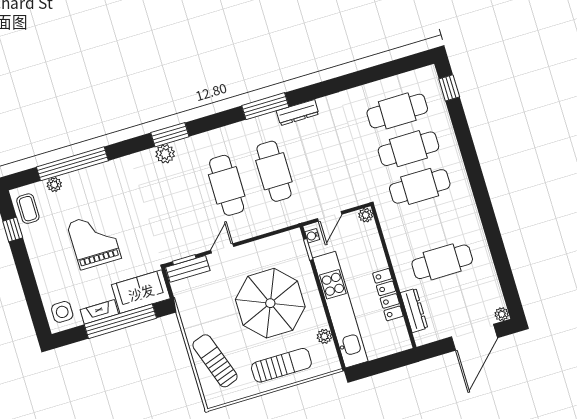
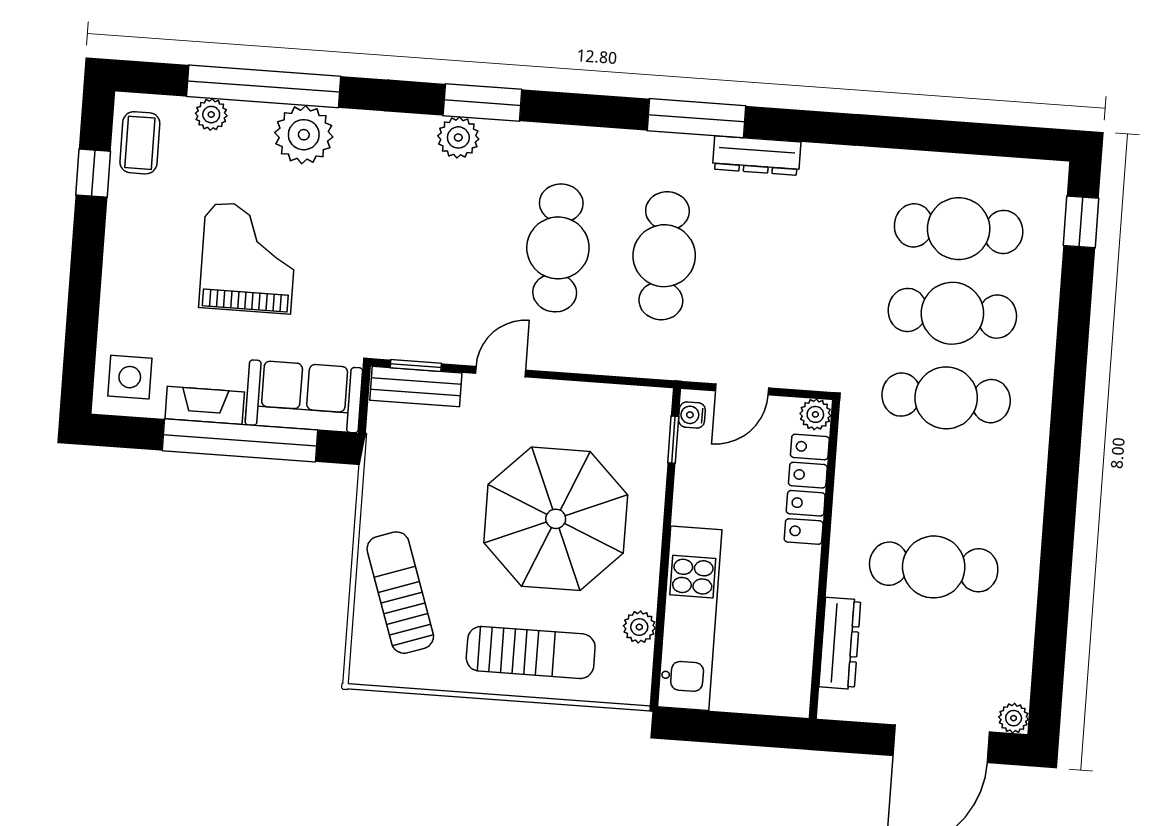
plant: (98, 178) -> (304, 135), added
locker: (388, 295) -> (807, 489), moved
kitchen unit: (340, 310) -> (690, 618), width x0.73

